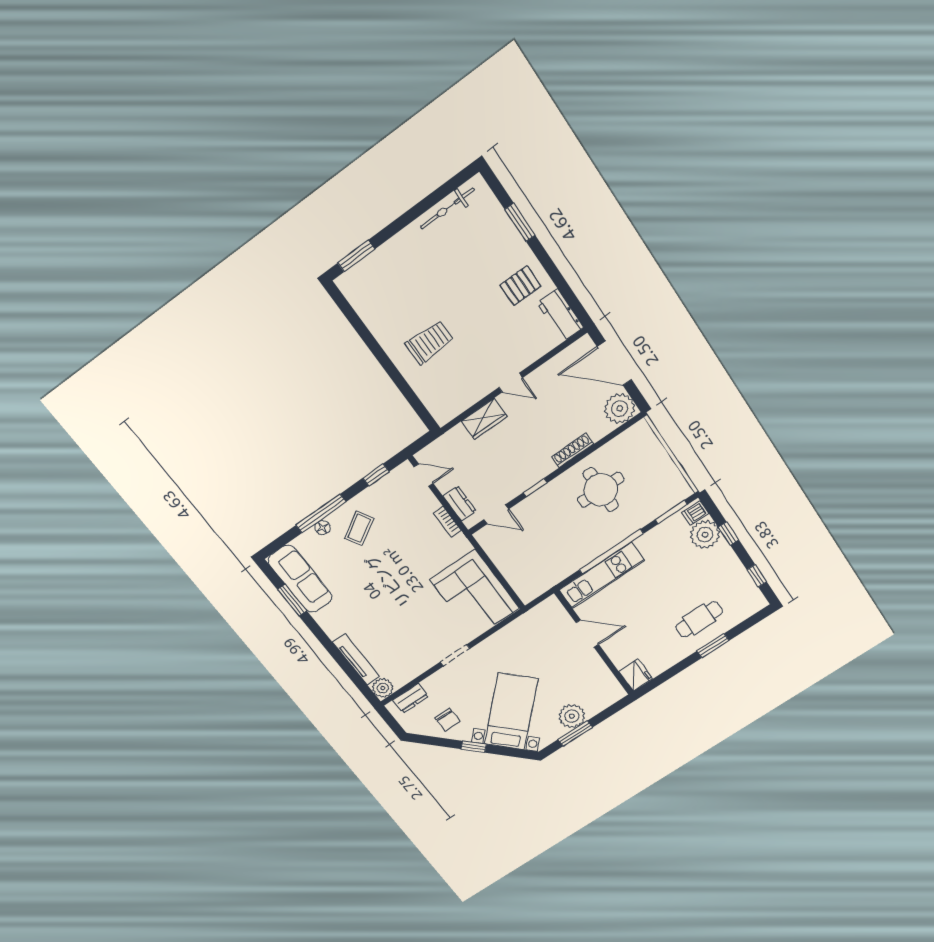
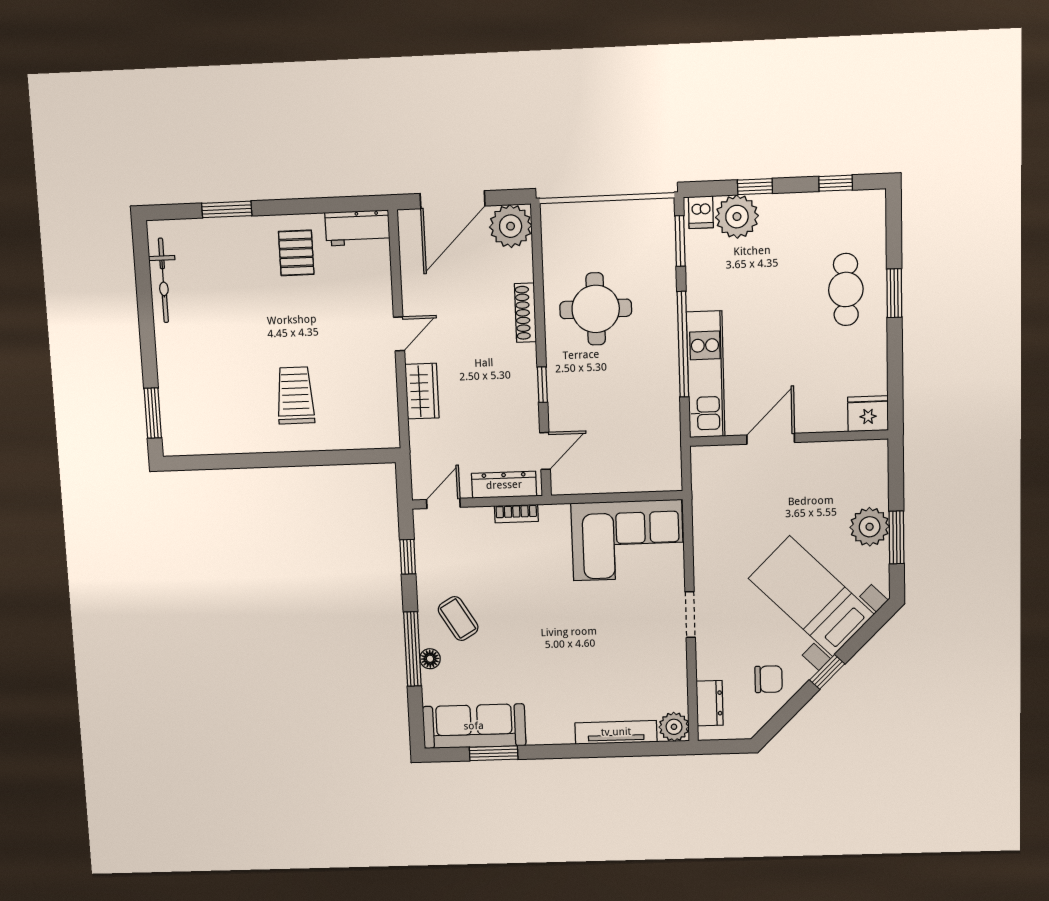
dresser: (460, 504) -> (504, 485), width x1.44

